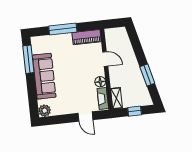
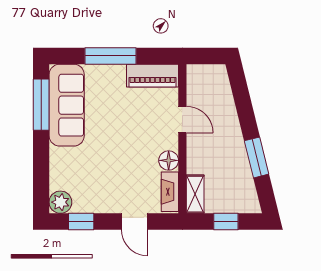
sofa: (44, 76) -> (67, 105), moved
window: (57, 120) -> (81, 221), added

